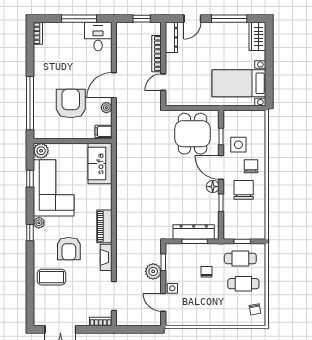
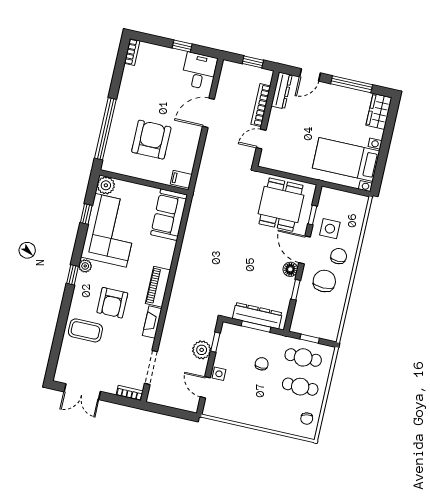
window: (79, 19) -> (182, 46), width x0.46
door: (114, 85) -> (208, 113), moved
plant: (106, 108) -> (190, 153), removed

